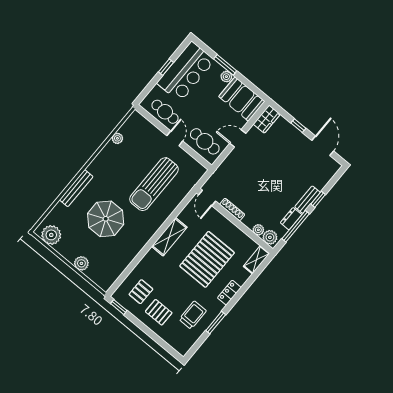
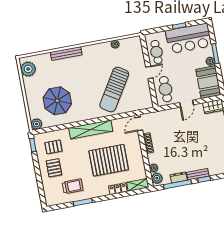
door: (238, 138) -> (187, 104), swing flipped
sun lounger: (154, 184) -> (114, 89), turned -58
parasol: (106, 219) -> (57, 101), moved
shelving: (169, 237) -> (91, 130), width x1.47
plant: (81, 263) -> (36, 124), moved
locker: (229, 293) -> (118, 189), moved

